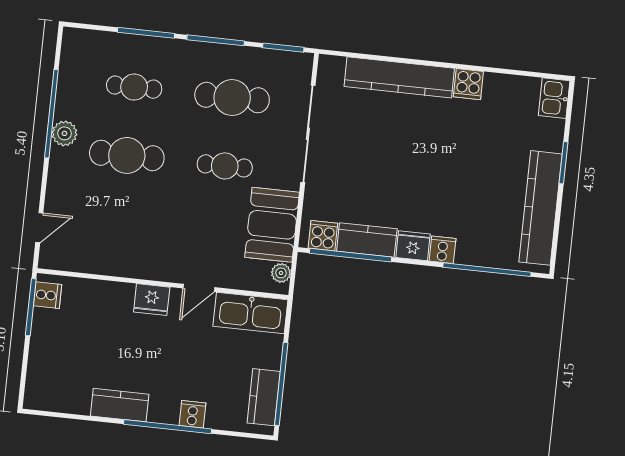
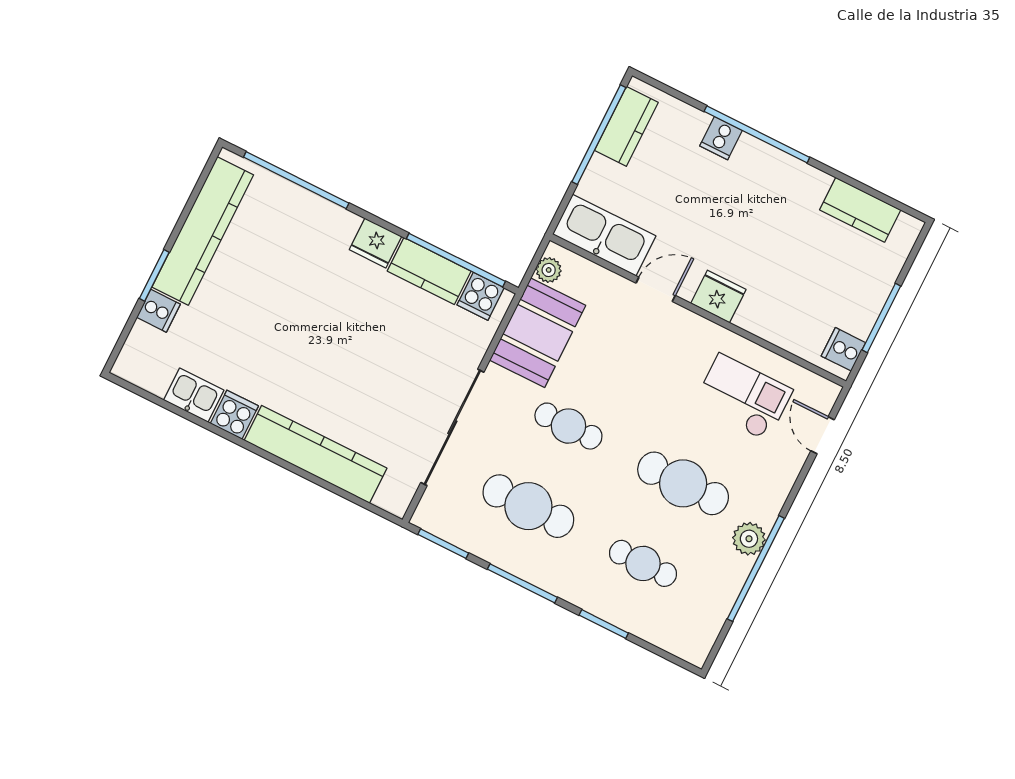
window: (146, 33) -> (604, 624), width x0.69
kitchen sink: (554, 98) -> (194, 395), moved, turned -90
door: (39, 228) -> (823, 435), hinge flipped
checkout: (107, 234) -> (743, 397), added
cooker: (443, 250) -> (158, 311), moved, turned -90
window: (31, 307) -> (881, 318), moved
kitchen counter: (120, 405) -> (860, 210), moved

